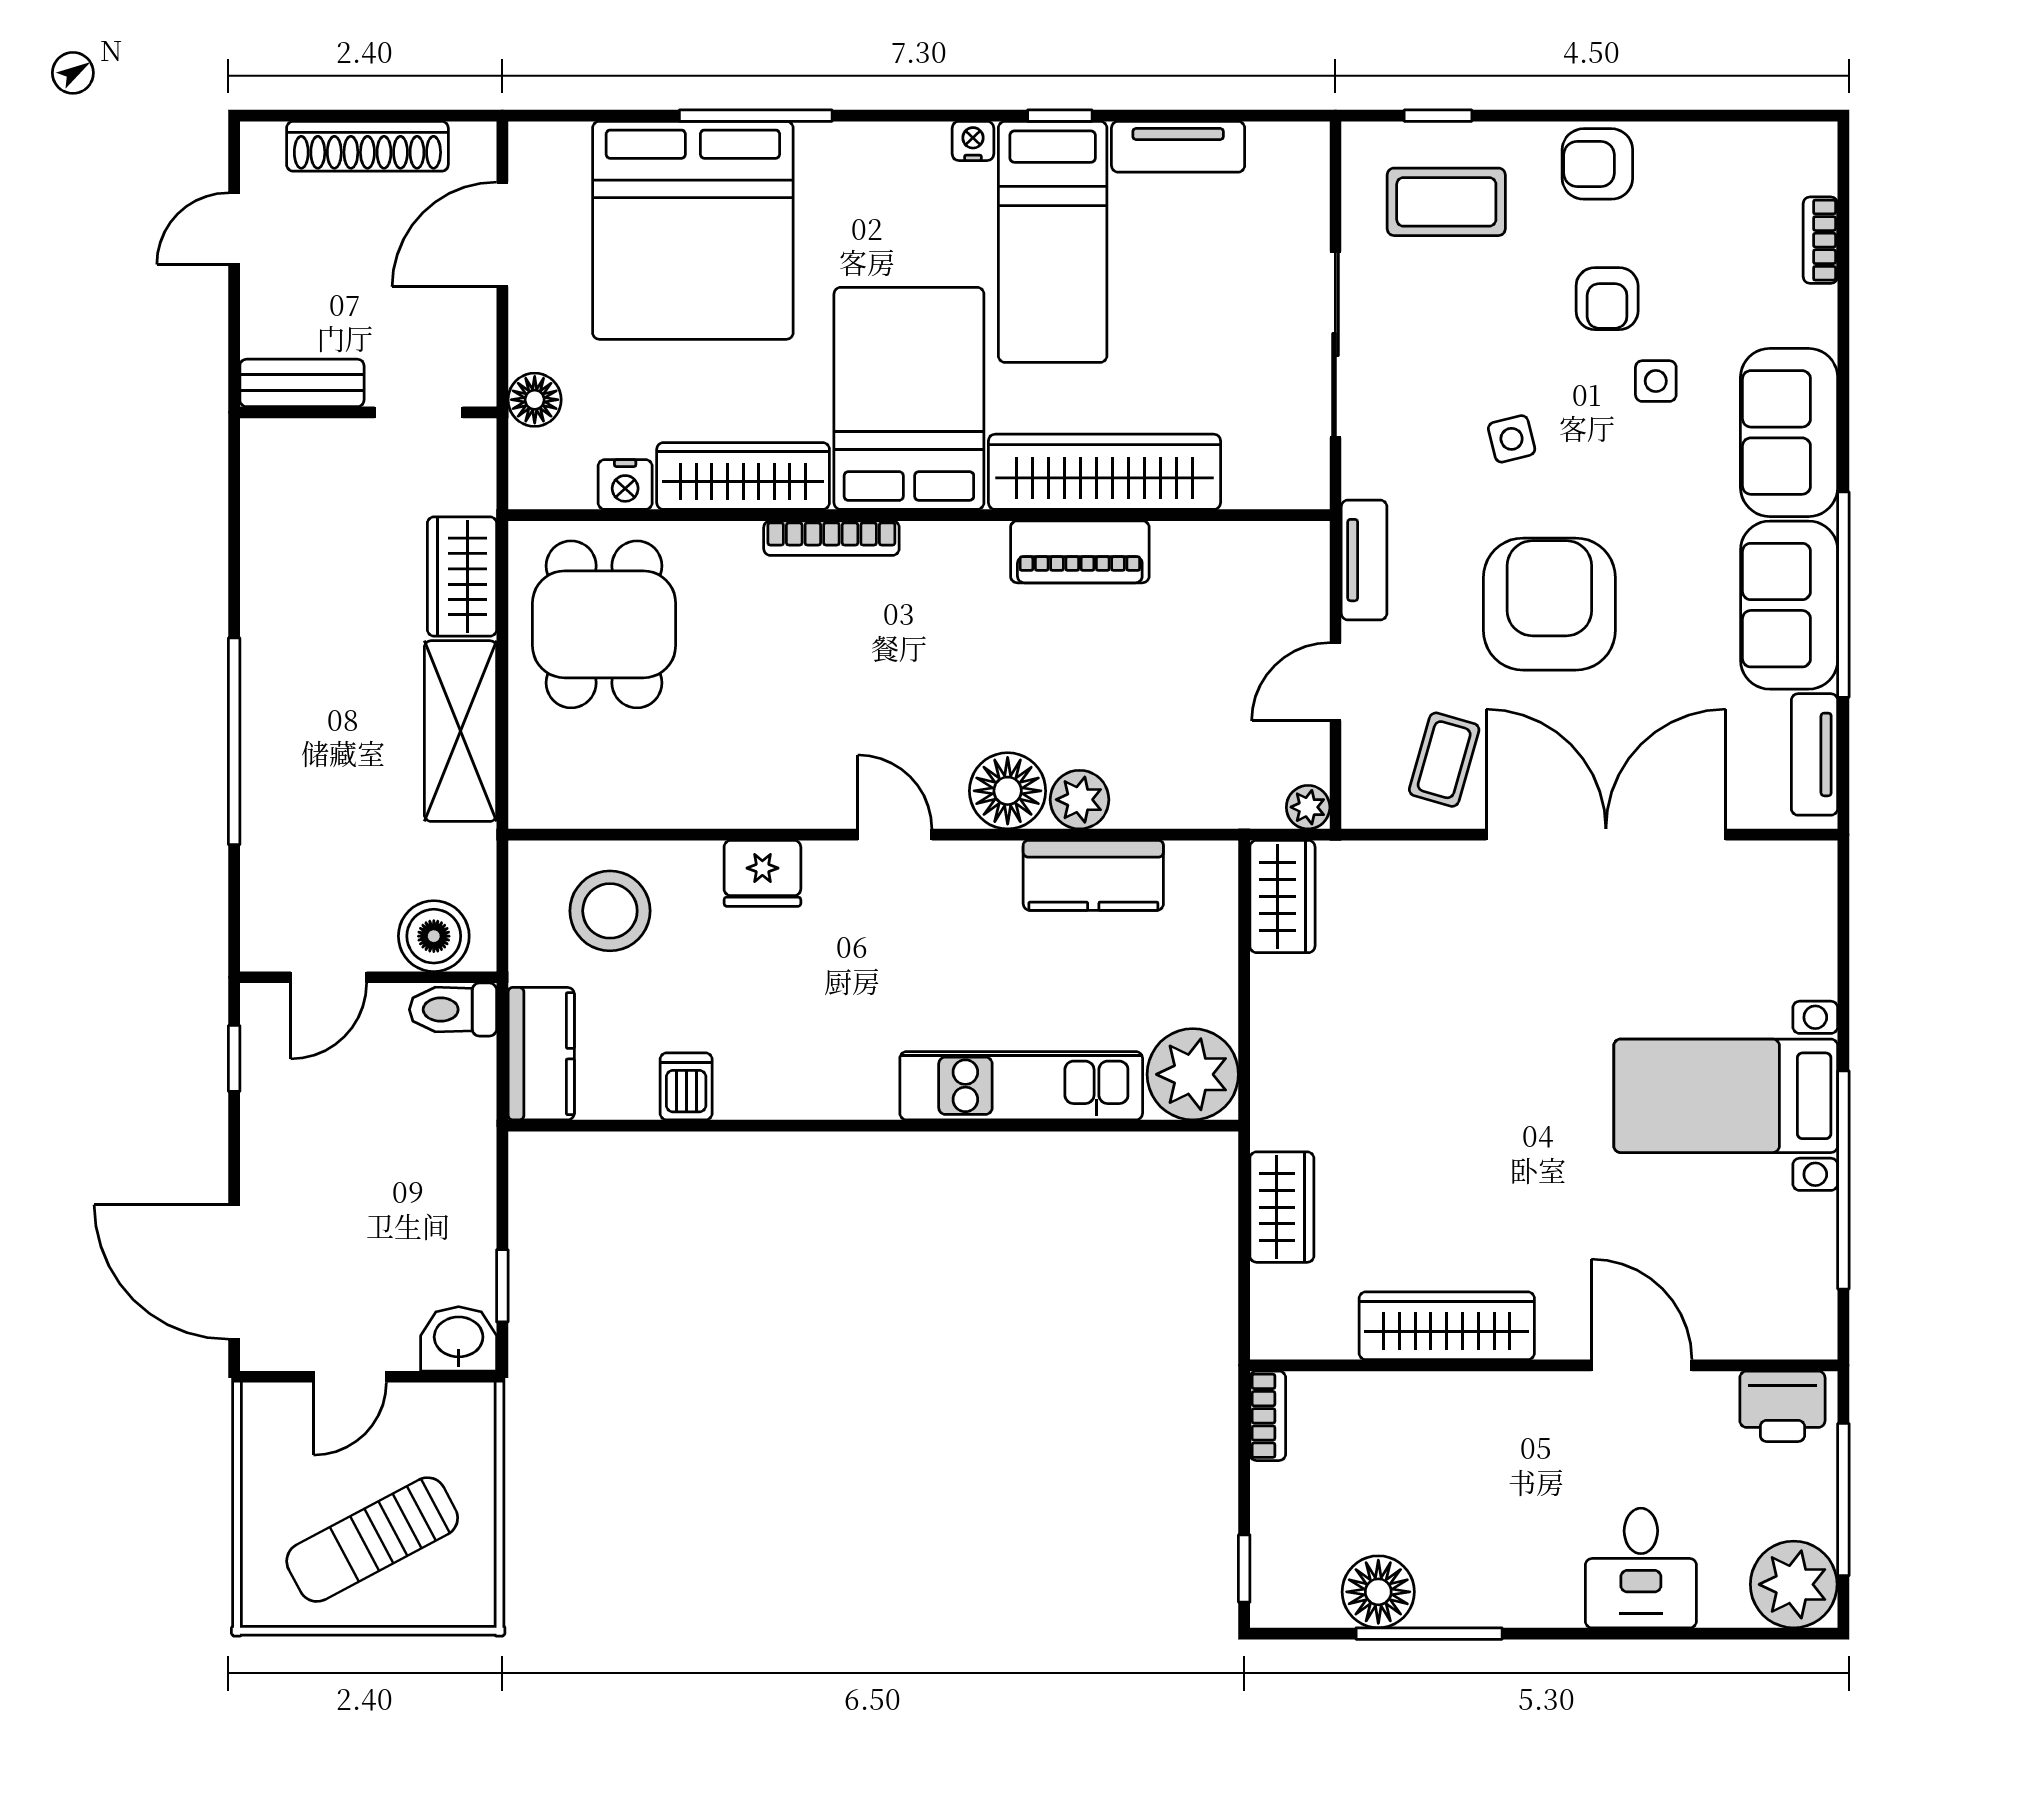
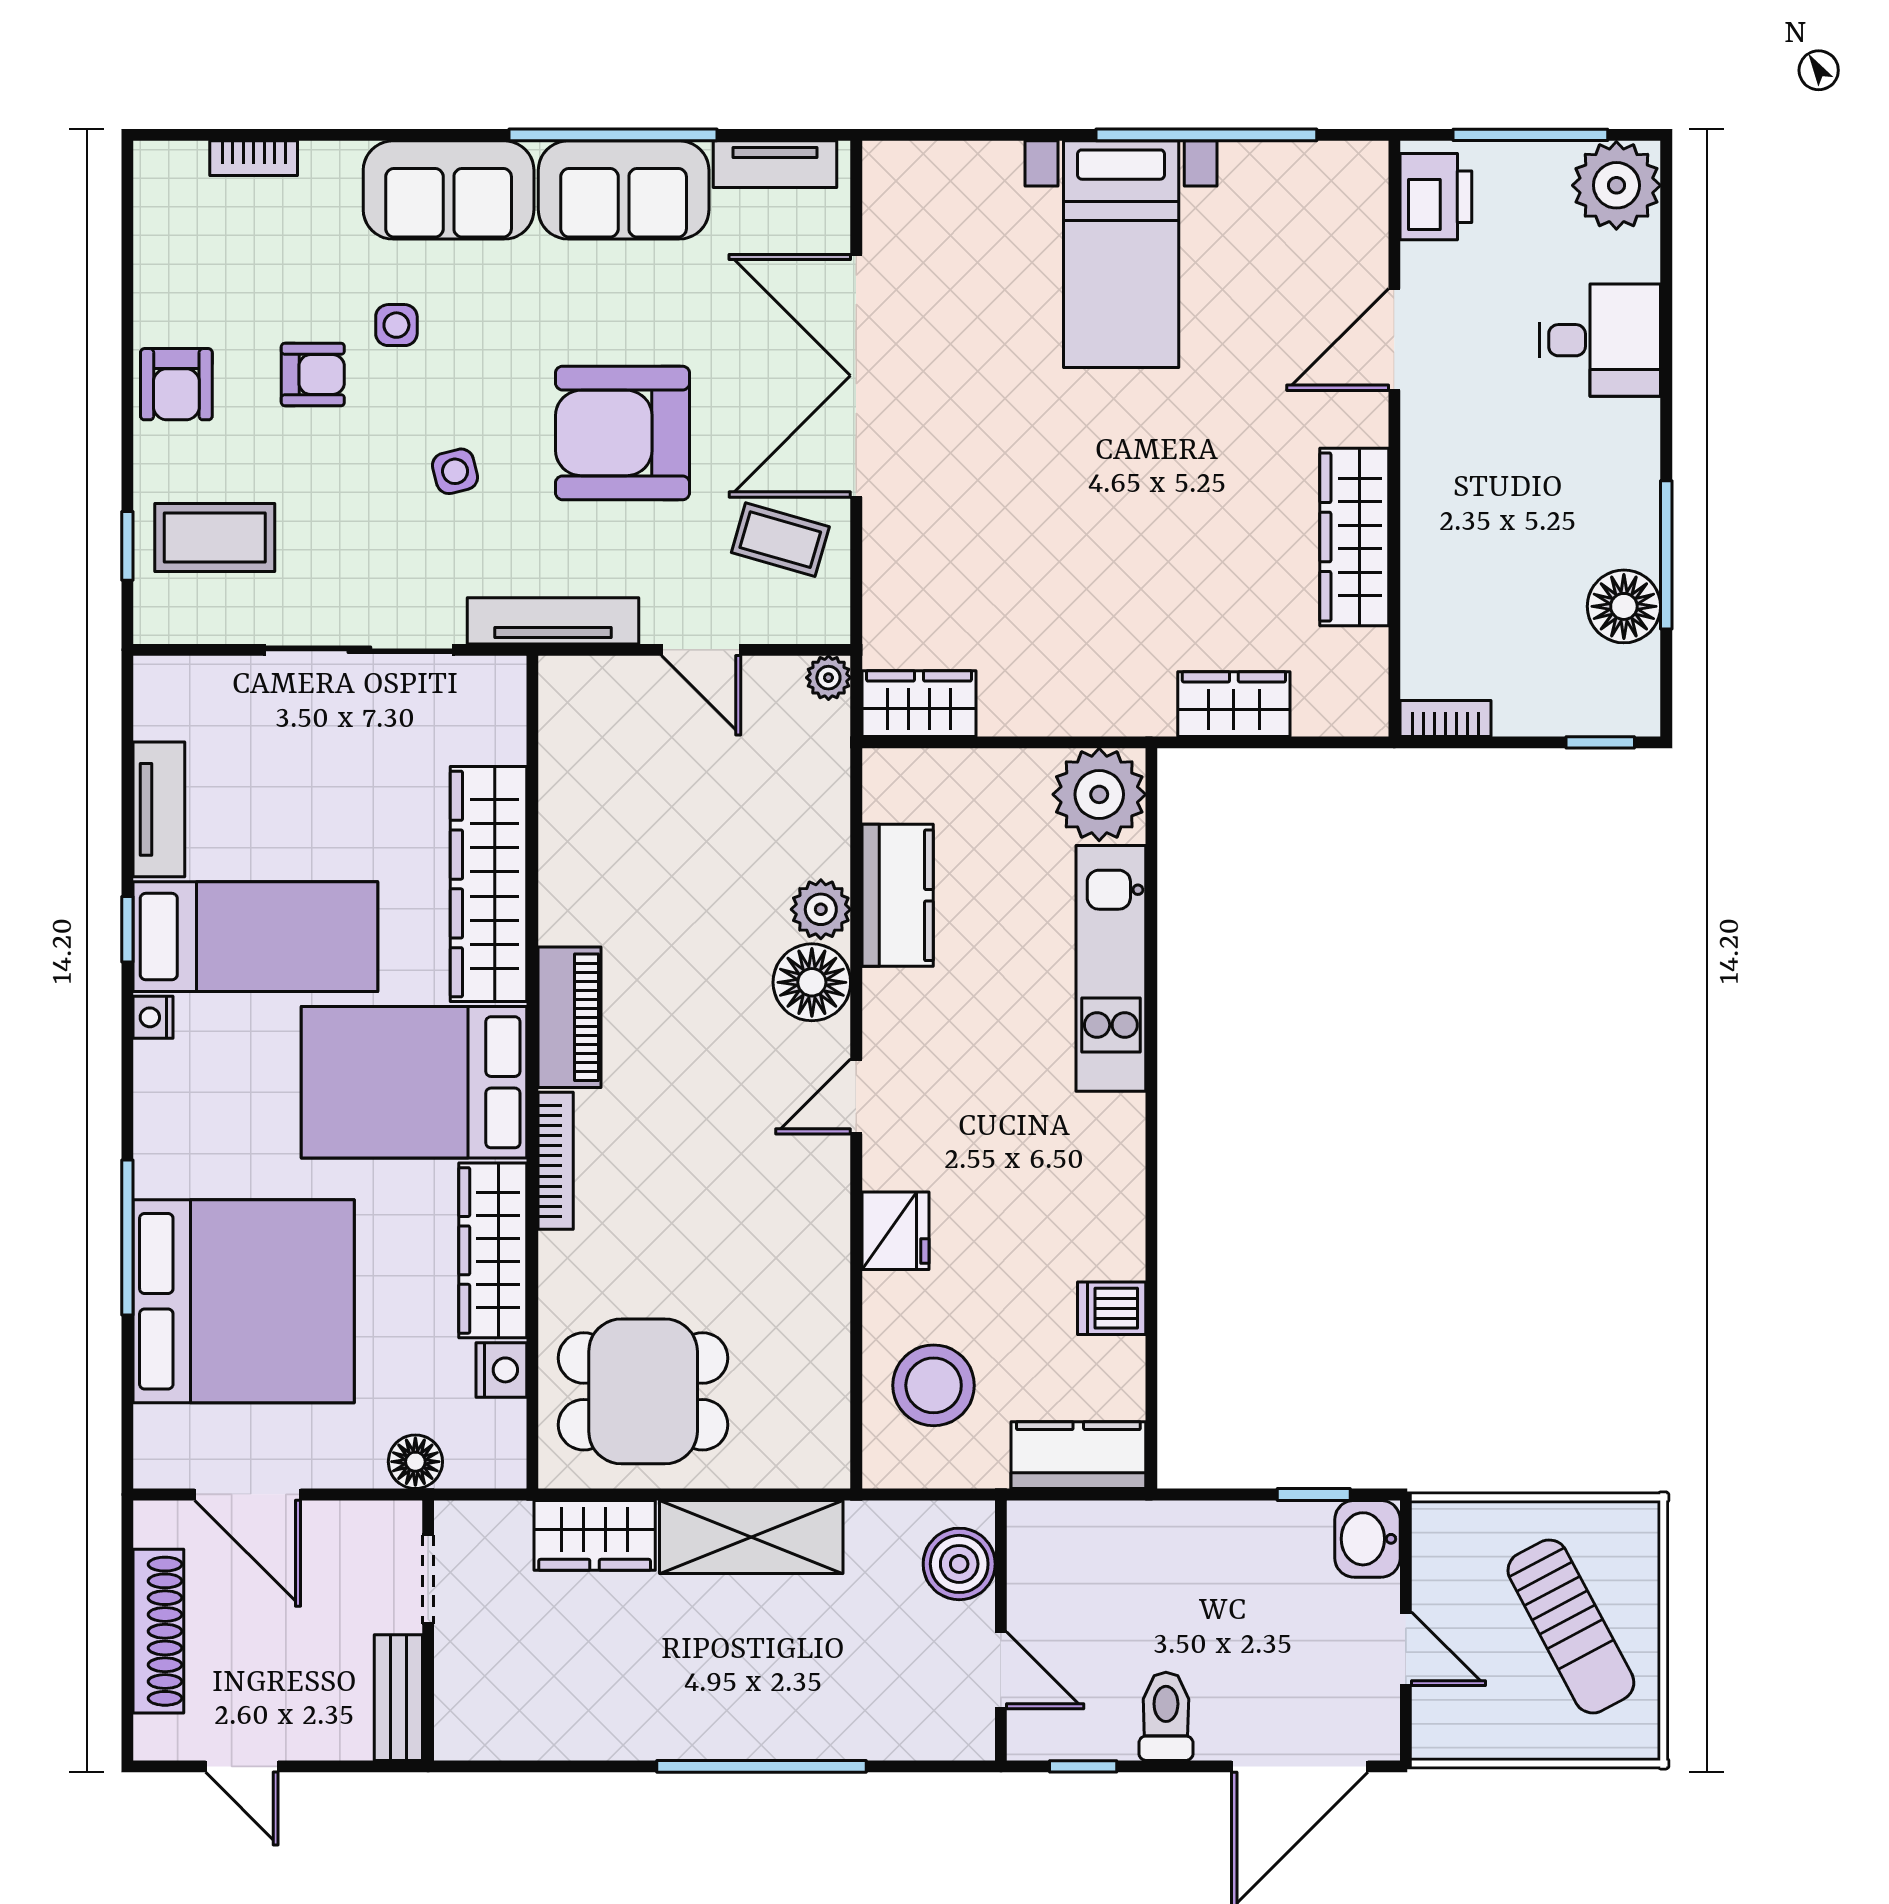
coffee table: (1446, 202) -> (215, 538), turned 90
piano: (1080, 552) -> (570, 1017), moved
tv unit: (1364, 560) -> (553, 621), width x1.41
toilet: (453, 1010) -> (1166, 1716), moved, turned 180

